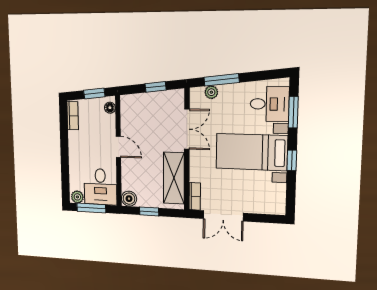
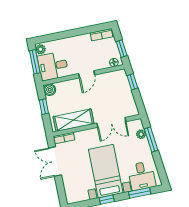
window: (156, 87) -> (132, 82), moved

